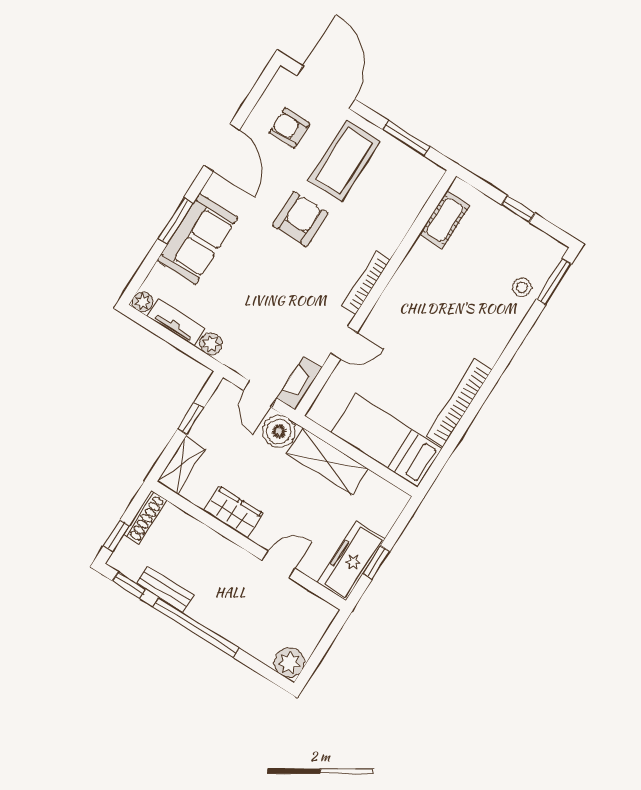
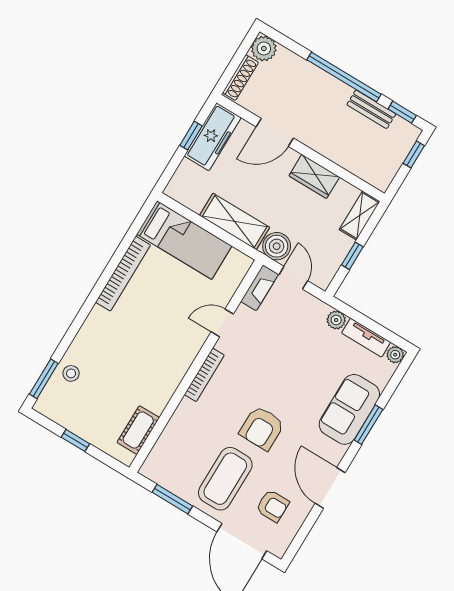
shoe rack: (145, 517) -> (240, 78), moved, turned 180
door: (278, 564) -> (275, 132), width x1.38

